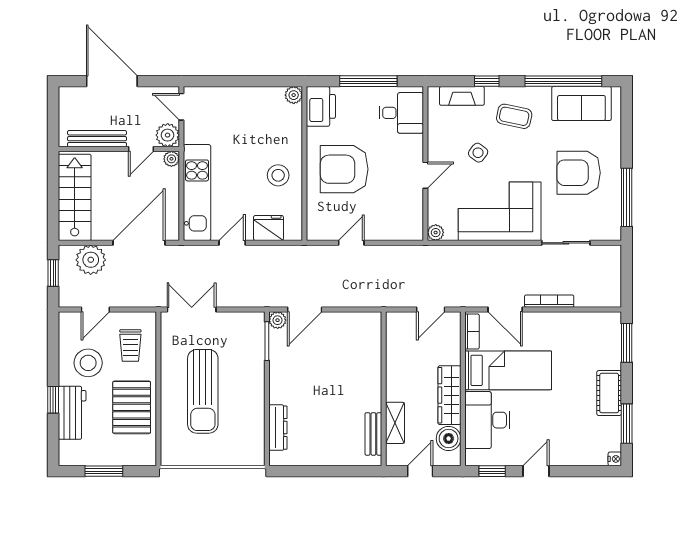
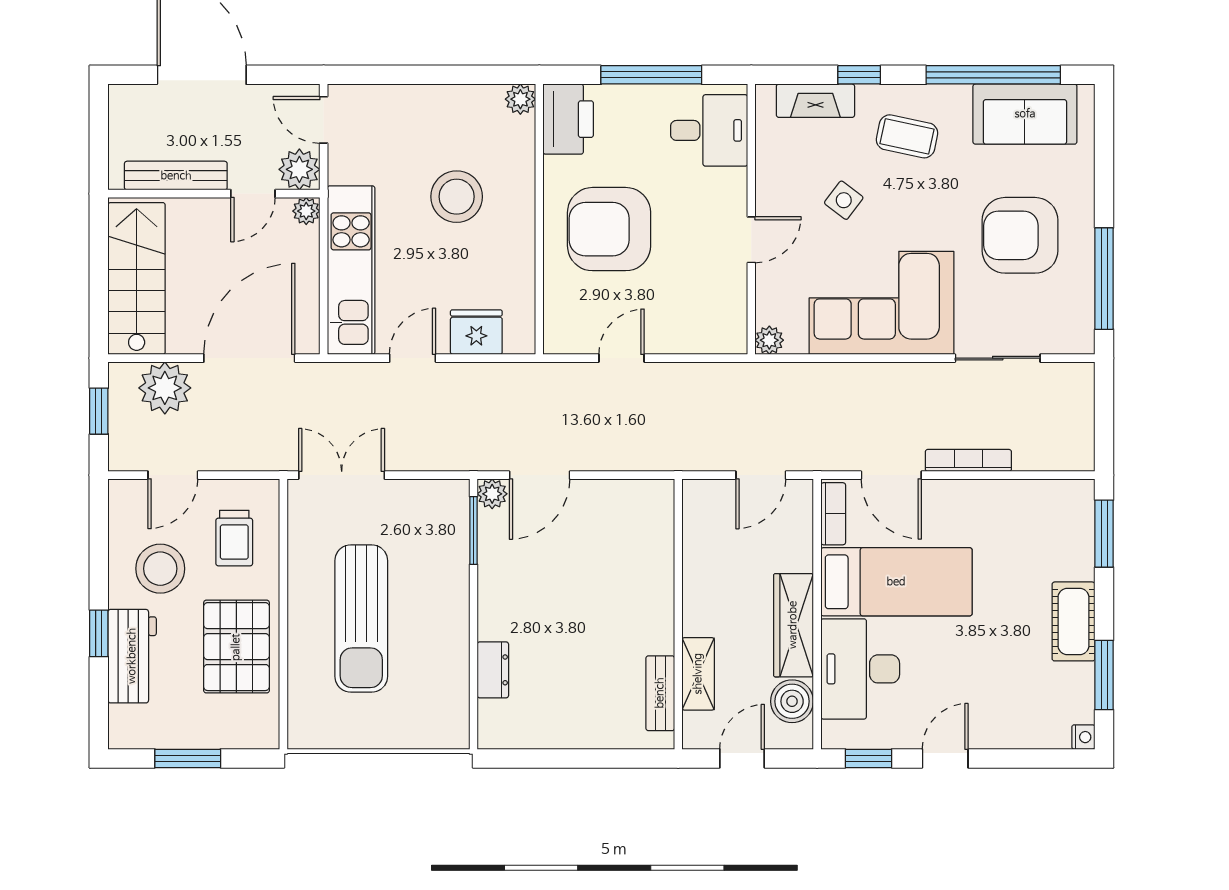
stool: (278, 175) -> (457, 197), moved, width x1.38, depth x1.38
dresser: (278, 428) -> (493, 670), width x0.70

